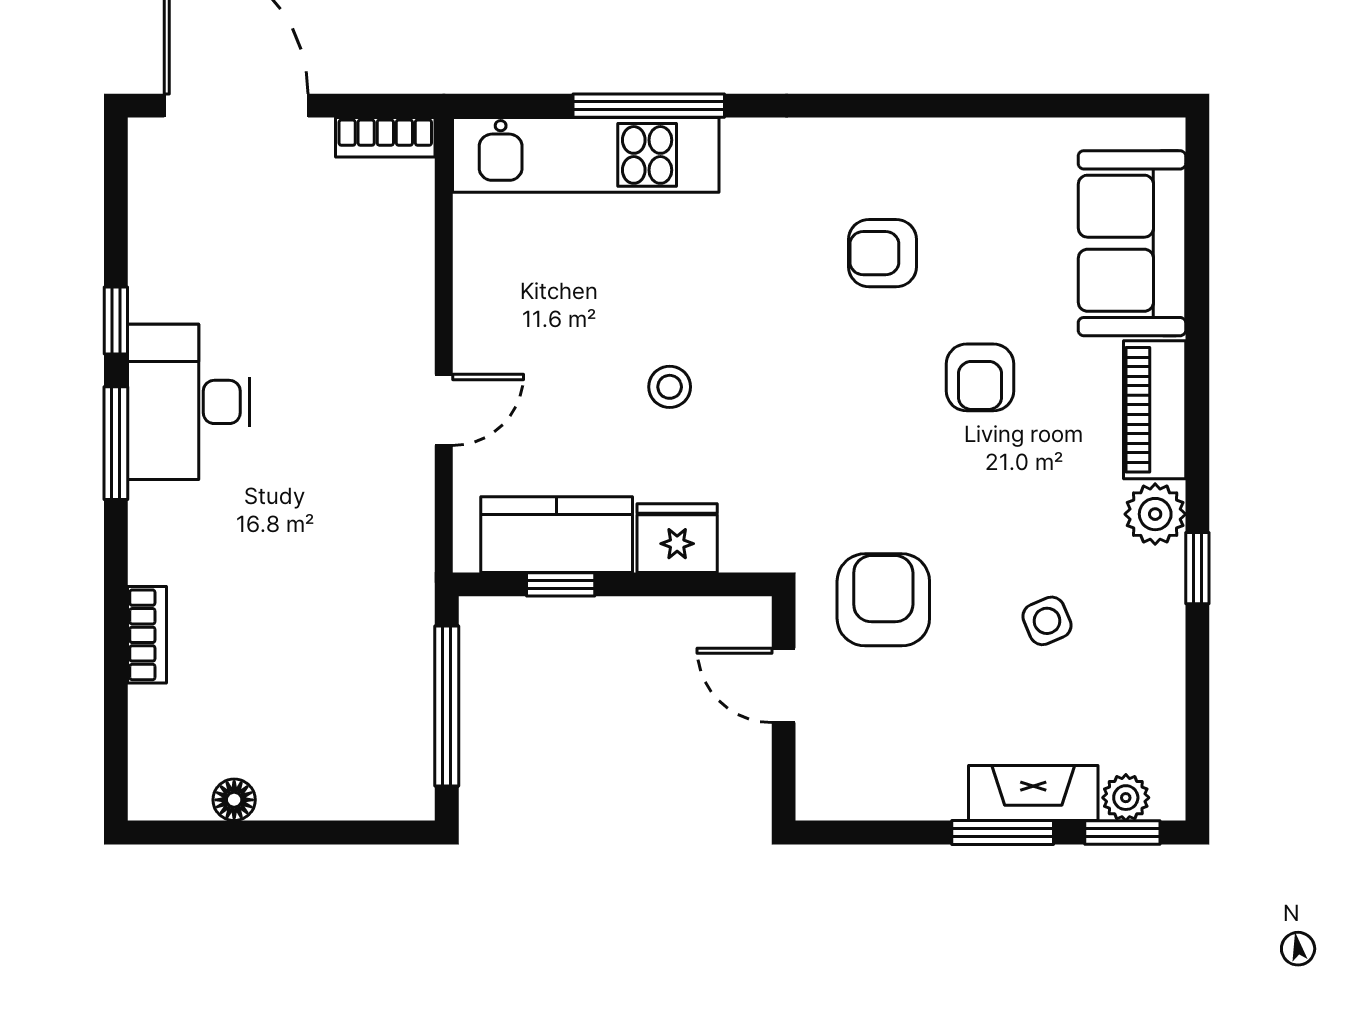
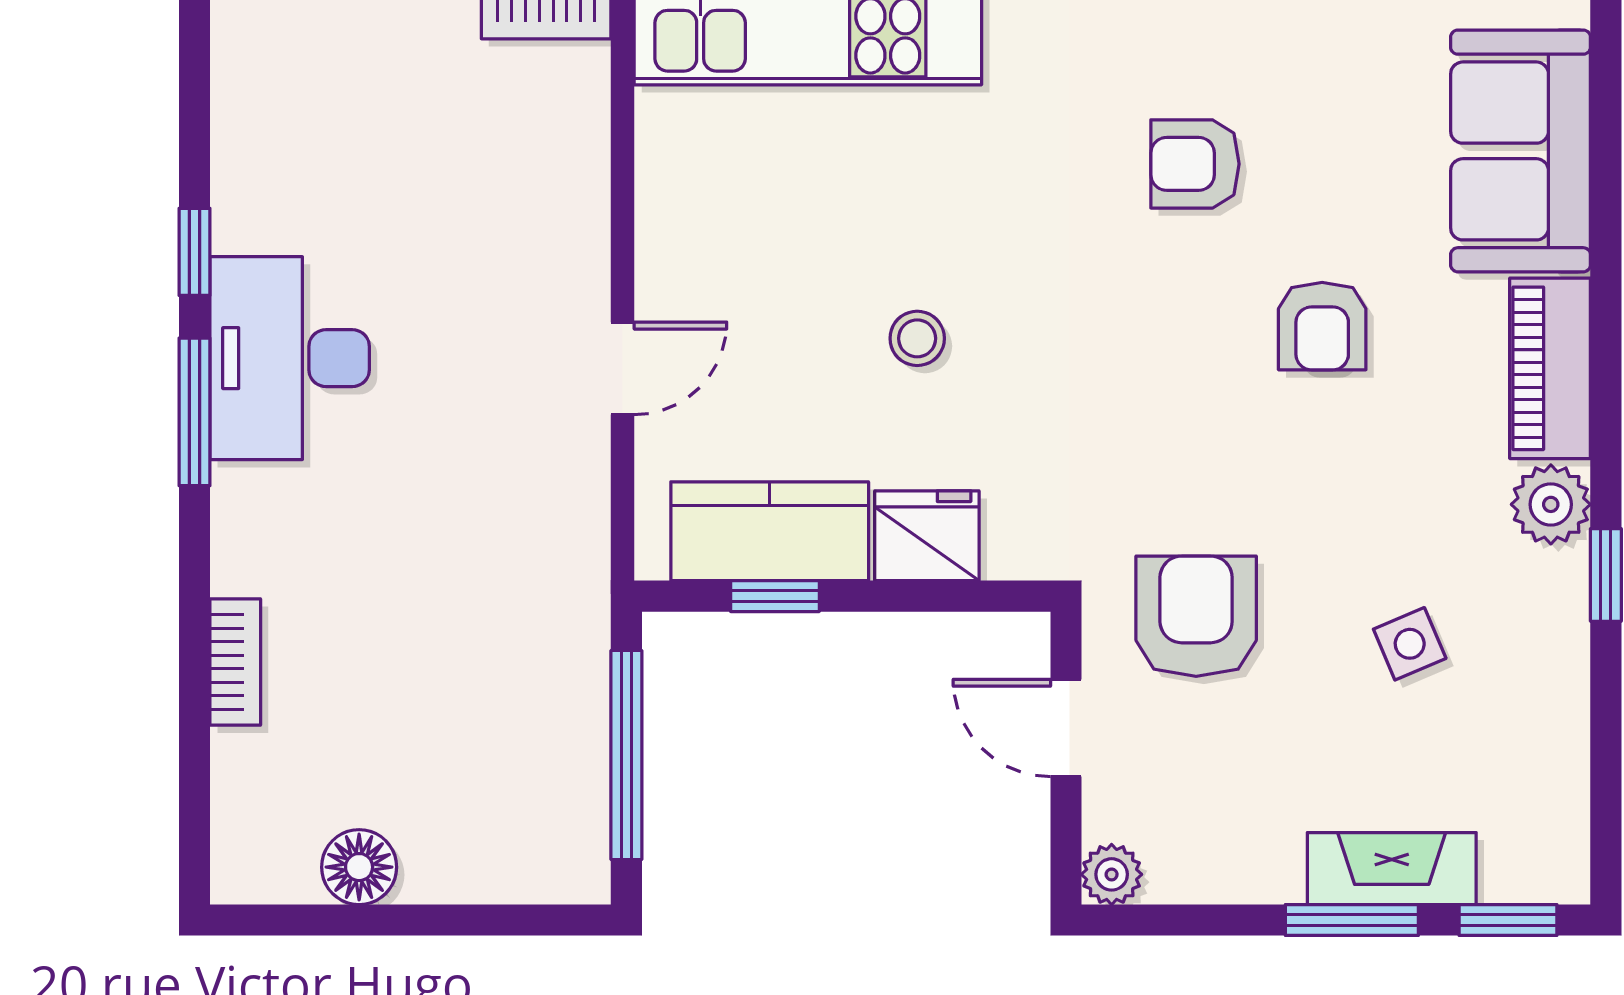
plant: (1126, 798) -> (1112, 874), moved
floor lamp: (234, 800) -> (359, 867), width x1.37, depth x1.37

